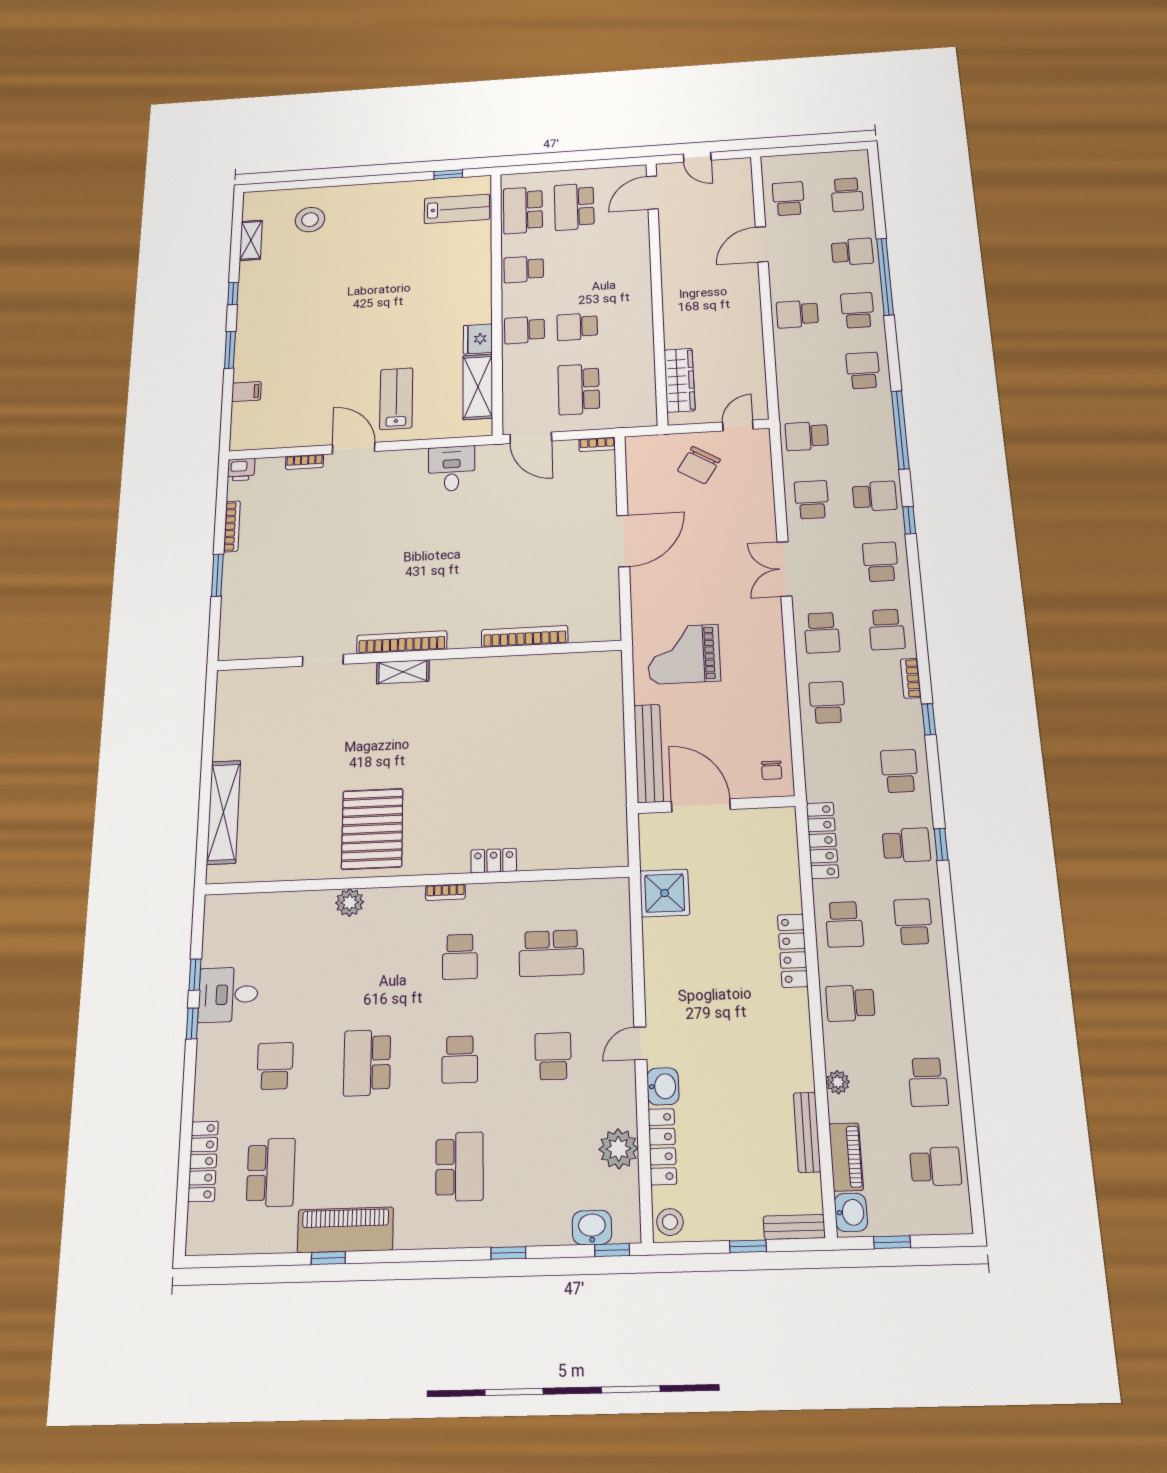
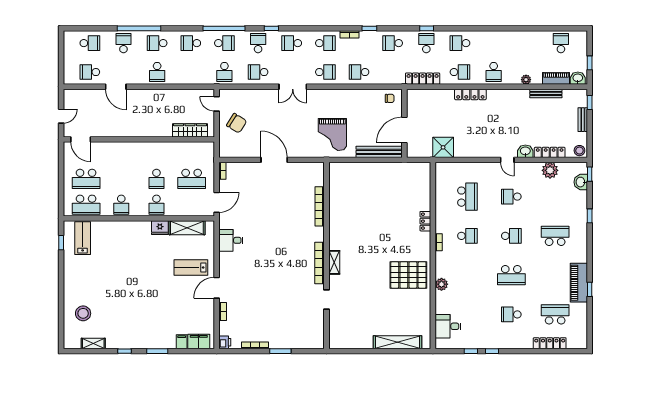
filing cabinet: (245, 422) -> (199, 341), added
desk: (228, 995) -> (448, 326), moved, turned 90
school desk: (928, 1082) -> (224, 43), moved
bench: (794, 1227) -> (583, 120), moved
window: (748, 1246) -> (590, 103), moved

